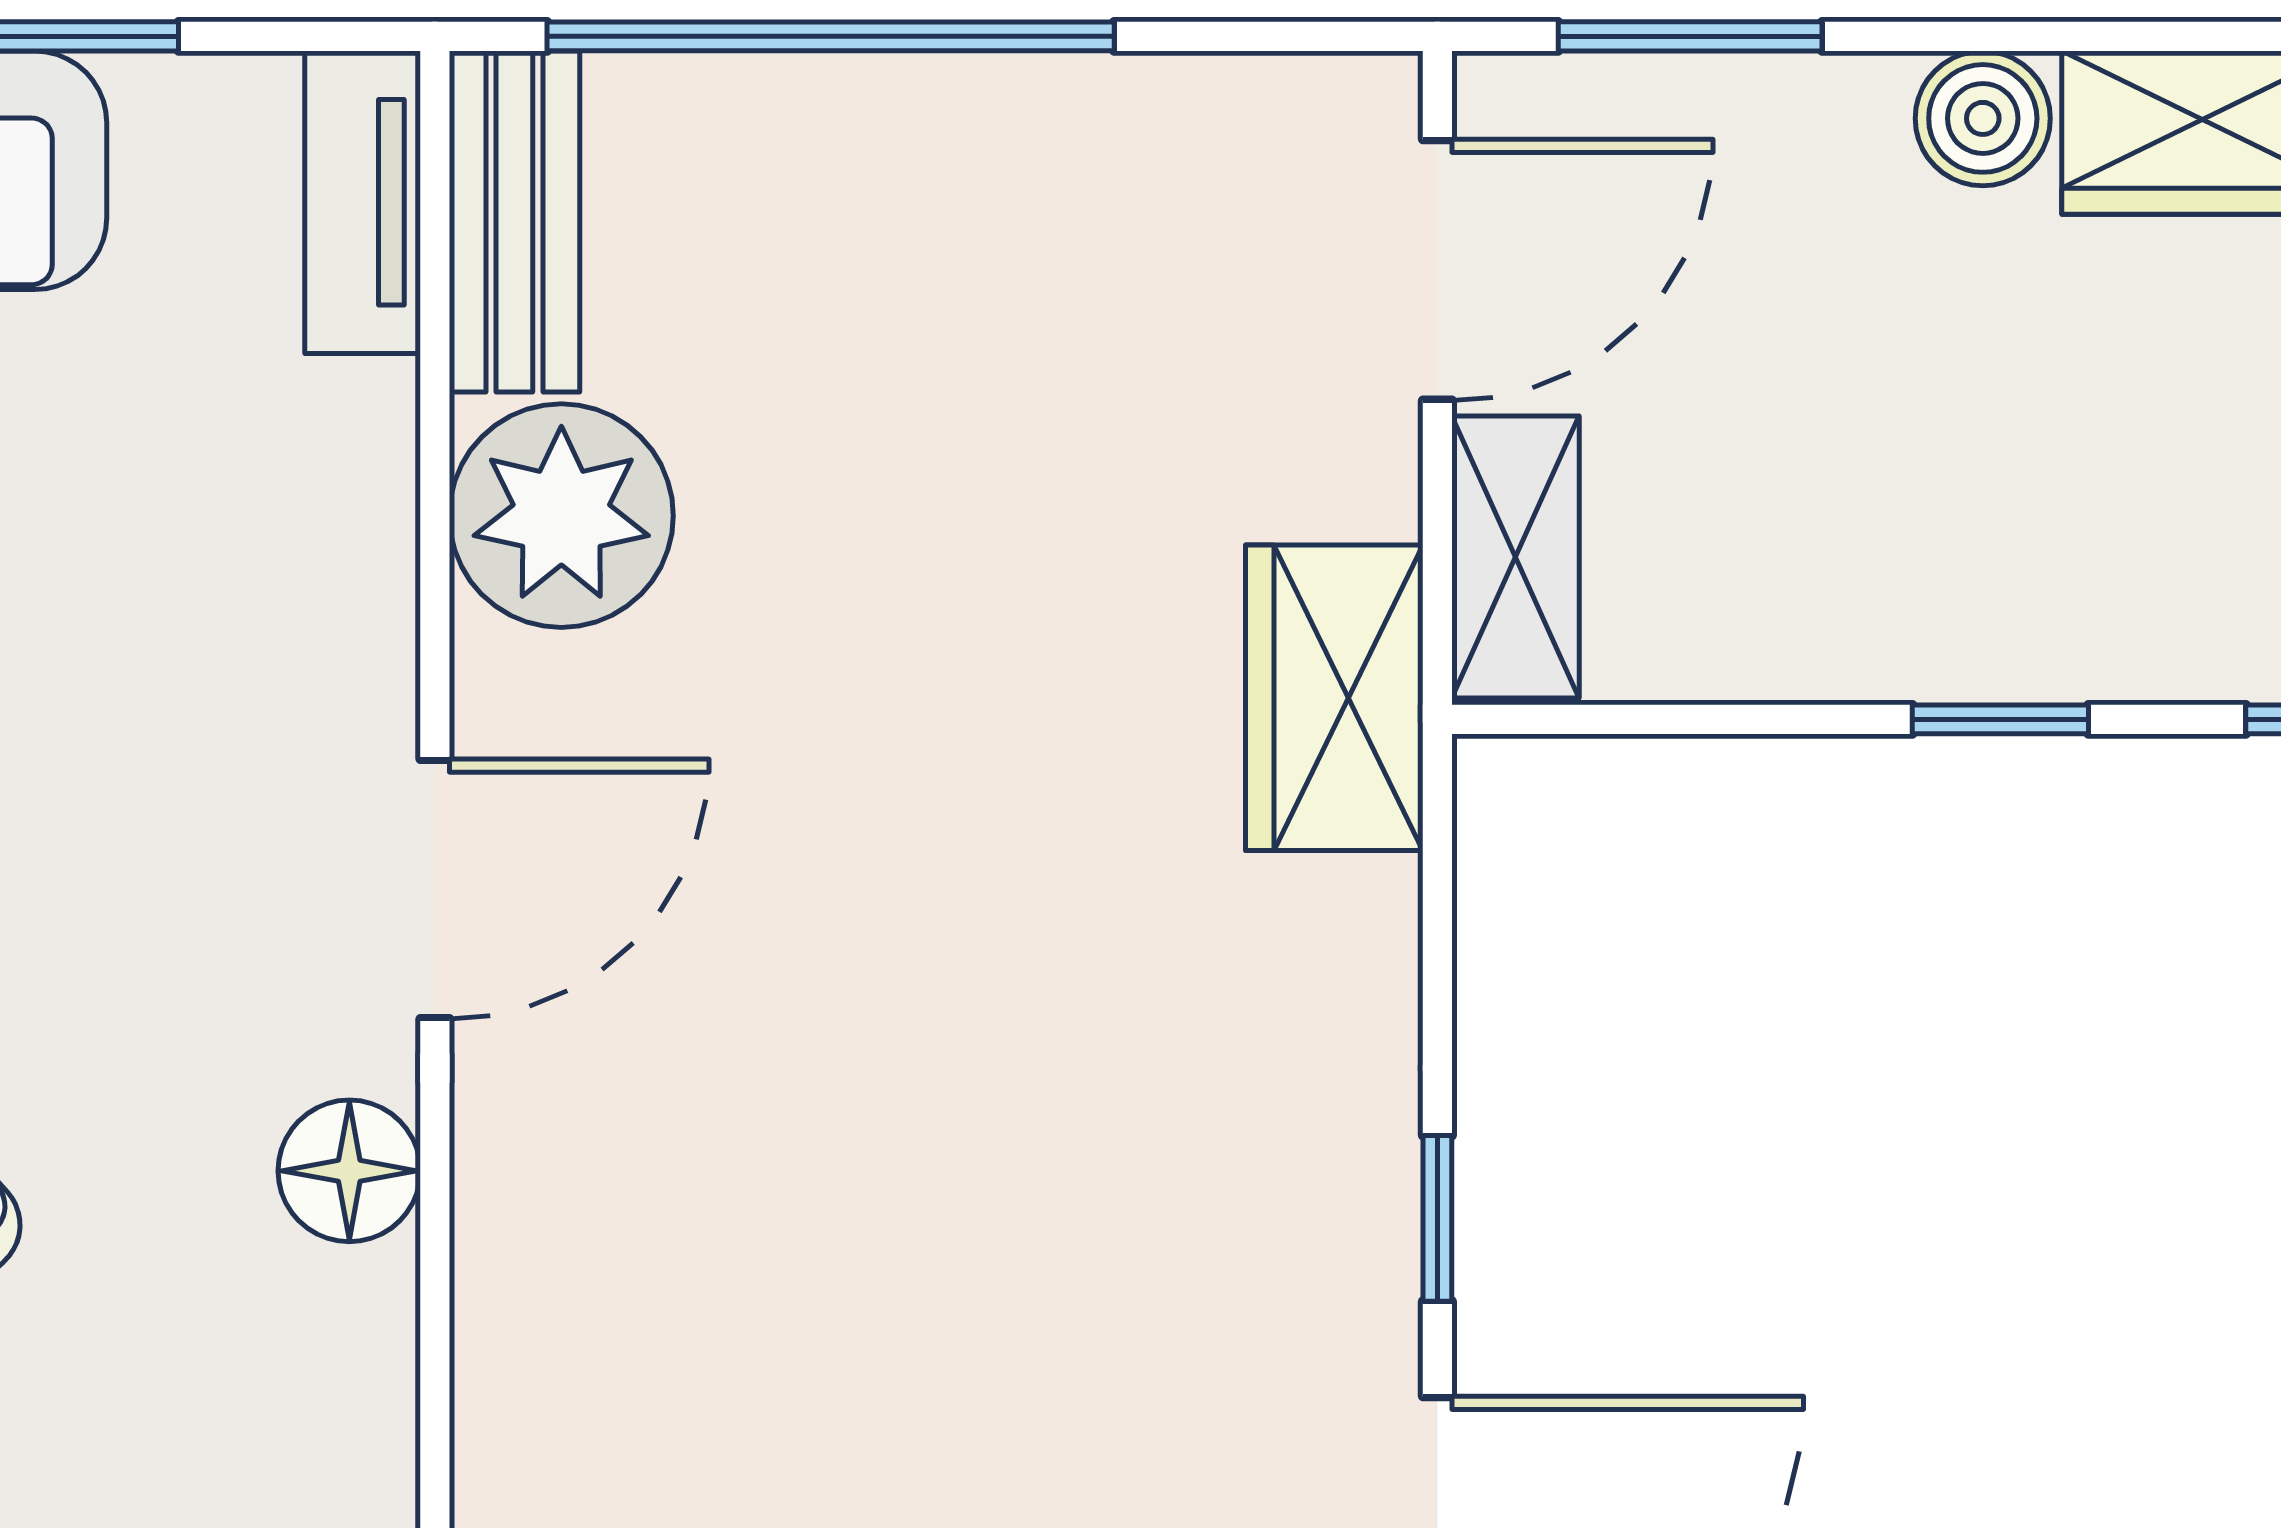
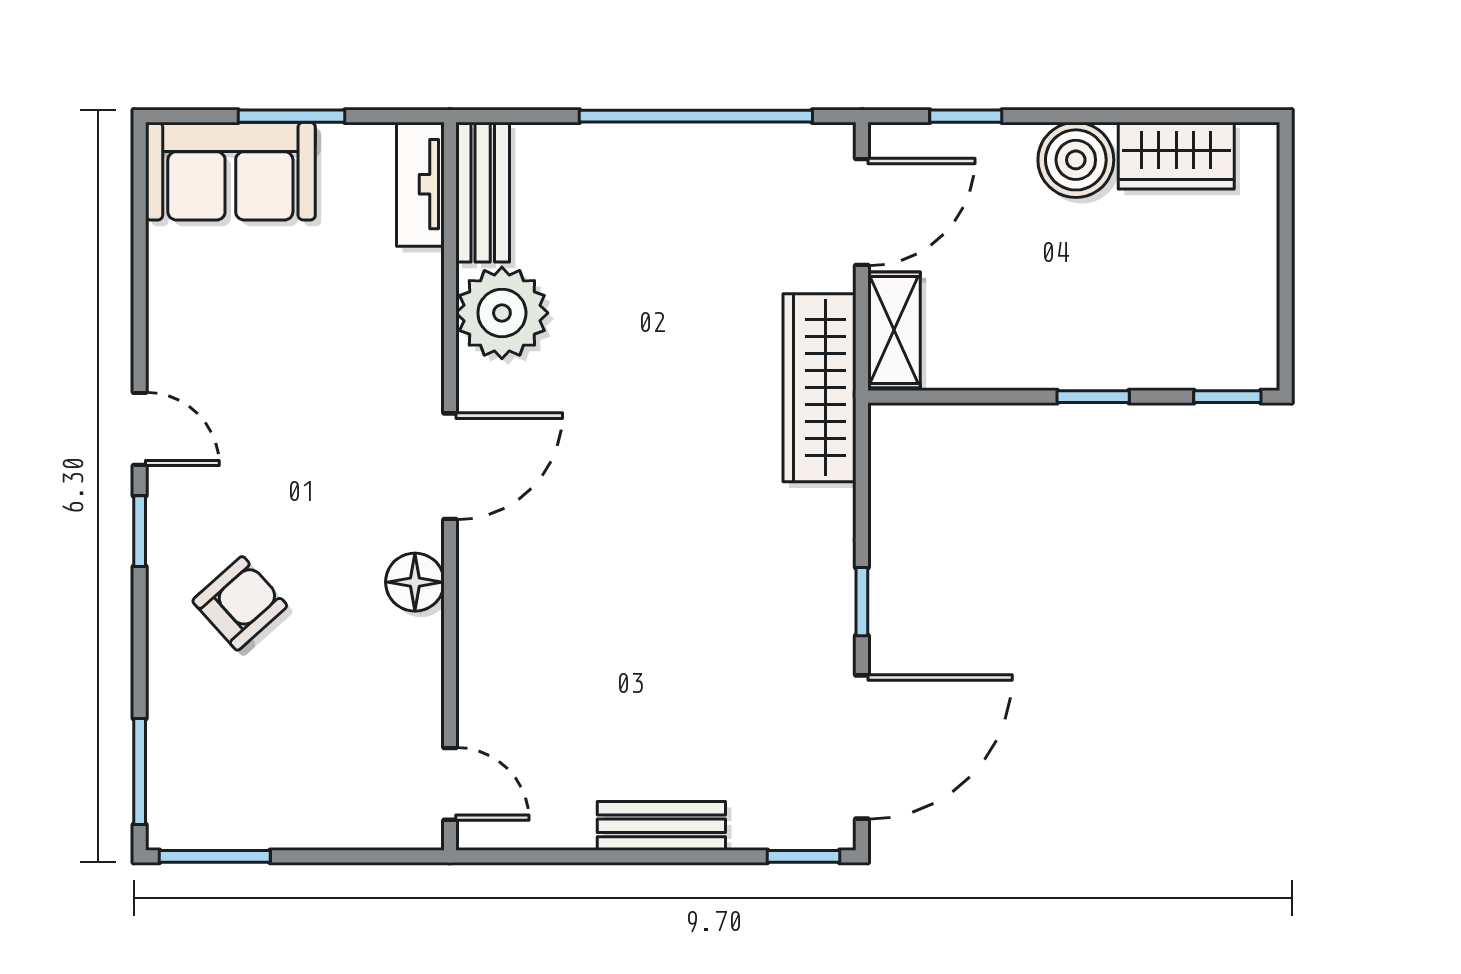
window: (831, 36) -> (696, 116), moved
window: (1690, 36) -> (966, 116), width x0.67
boiler: (1983, 118) -> (1076, 160), width x1.36, depth x1.36
wardrobe: (1334, 698) -> (819, 388), width x1.50

